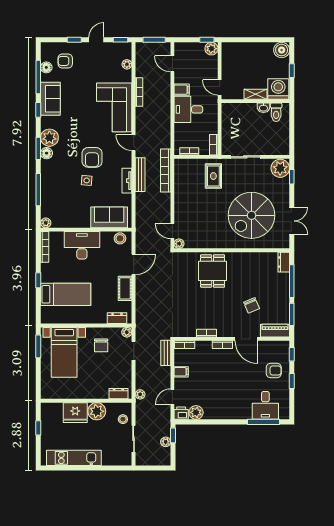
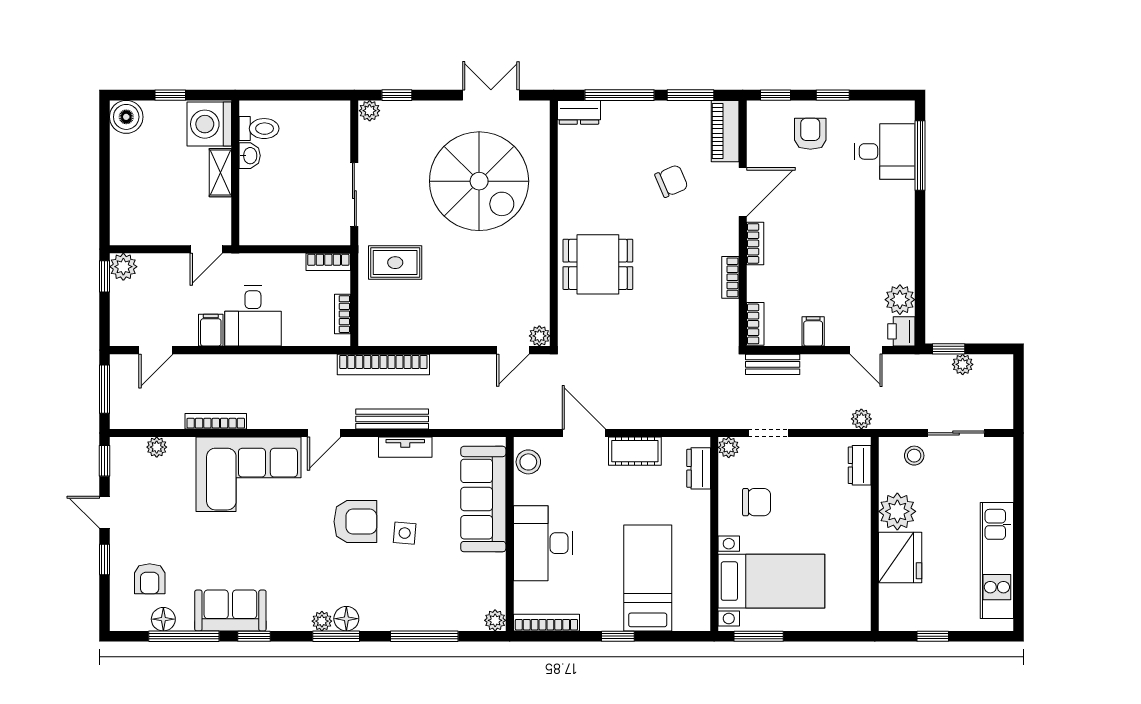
plant: (49, 138) -> (322, 621), width x0.53, depth x0.53
plant: (280, 168) -> (370, 111), width x0.53, depth x0.53
sofa: (109, 217) -> (483, 499), width x1.36

